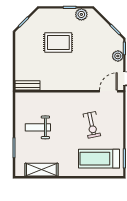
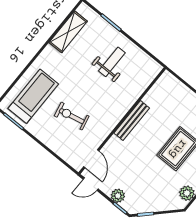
bench: (27, 85) -> (132, 121), moved, width x1.36

